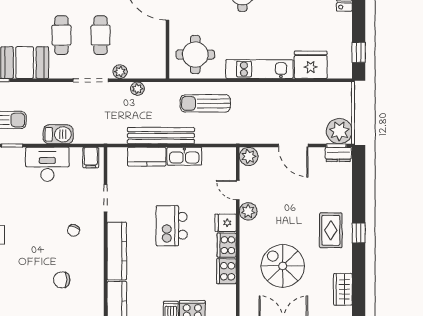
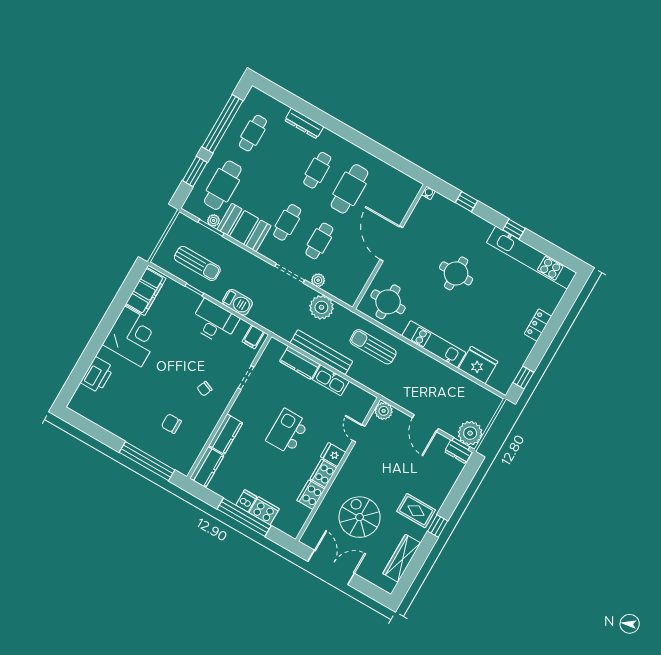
plant: (137, 89) -> (321, 307), width x1.87, depth x1.87
plant: (248, 211) -> (357, 456), removed
rug: (331, 230) -> (416, 511), turned 90
kitchen counter: (117, 251) -> (226, 434), width x0.67
wardrobe: (343, 289) -> (402, 558), width x1.50

